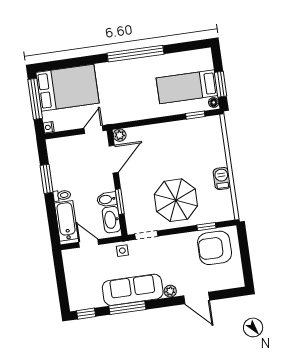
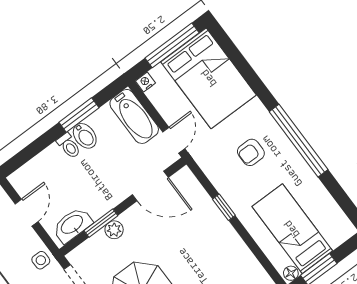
armchair: (127, 87) -> (251, 152), added
window: (195, 115) -> (224, 207), moved
door: (94, 130) -> (174, 140), hinge flipped
plant: (120, 135) -> (114, 230), moved
bidet: (107, 199) -> (85, 136), moved, turned 180
bathtub: (66, 221) -> (134, 116), moved, turned 90

